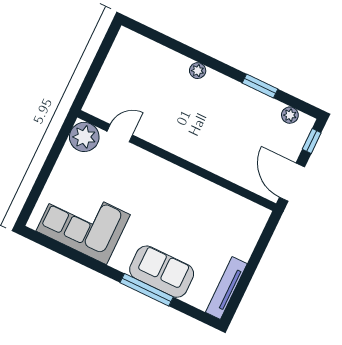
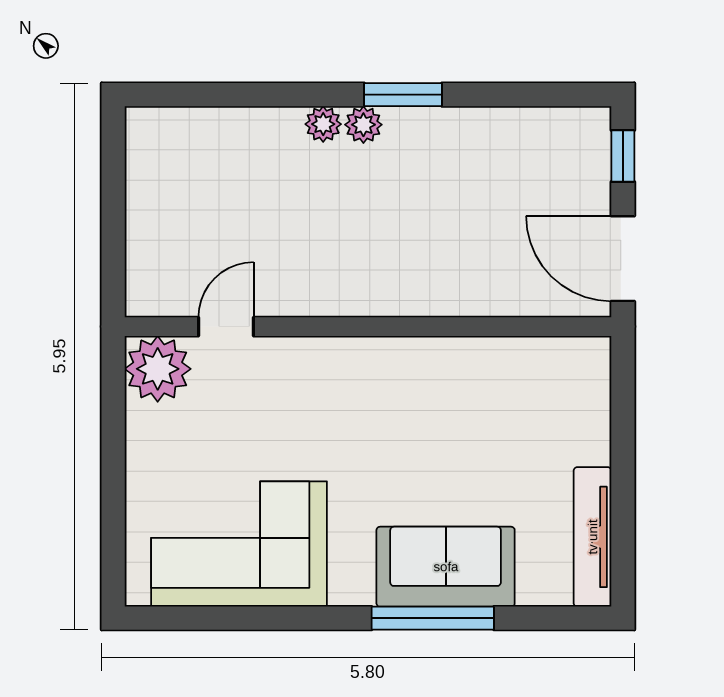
window: (260, 86) -> (403, 95), moved
plant: (290, 115) -> (363, 125), moved

